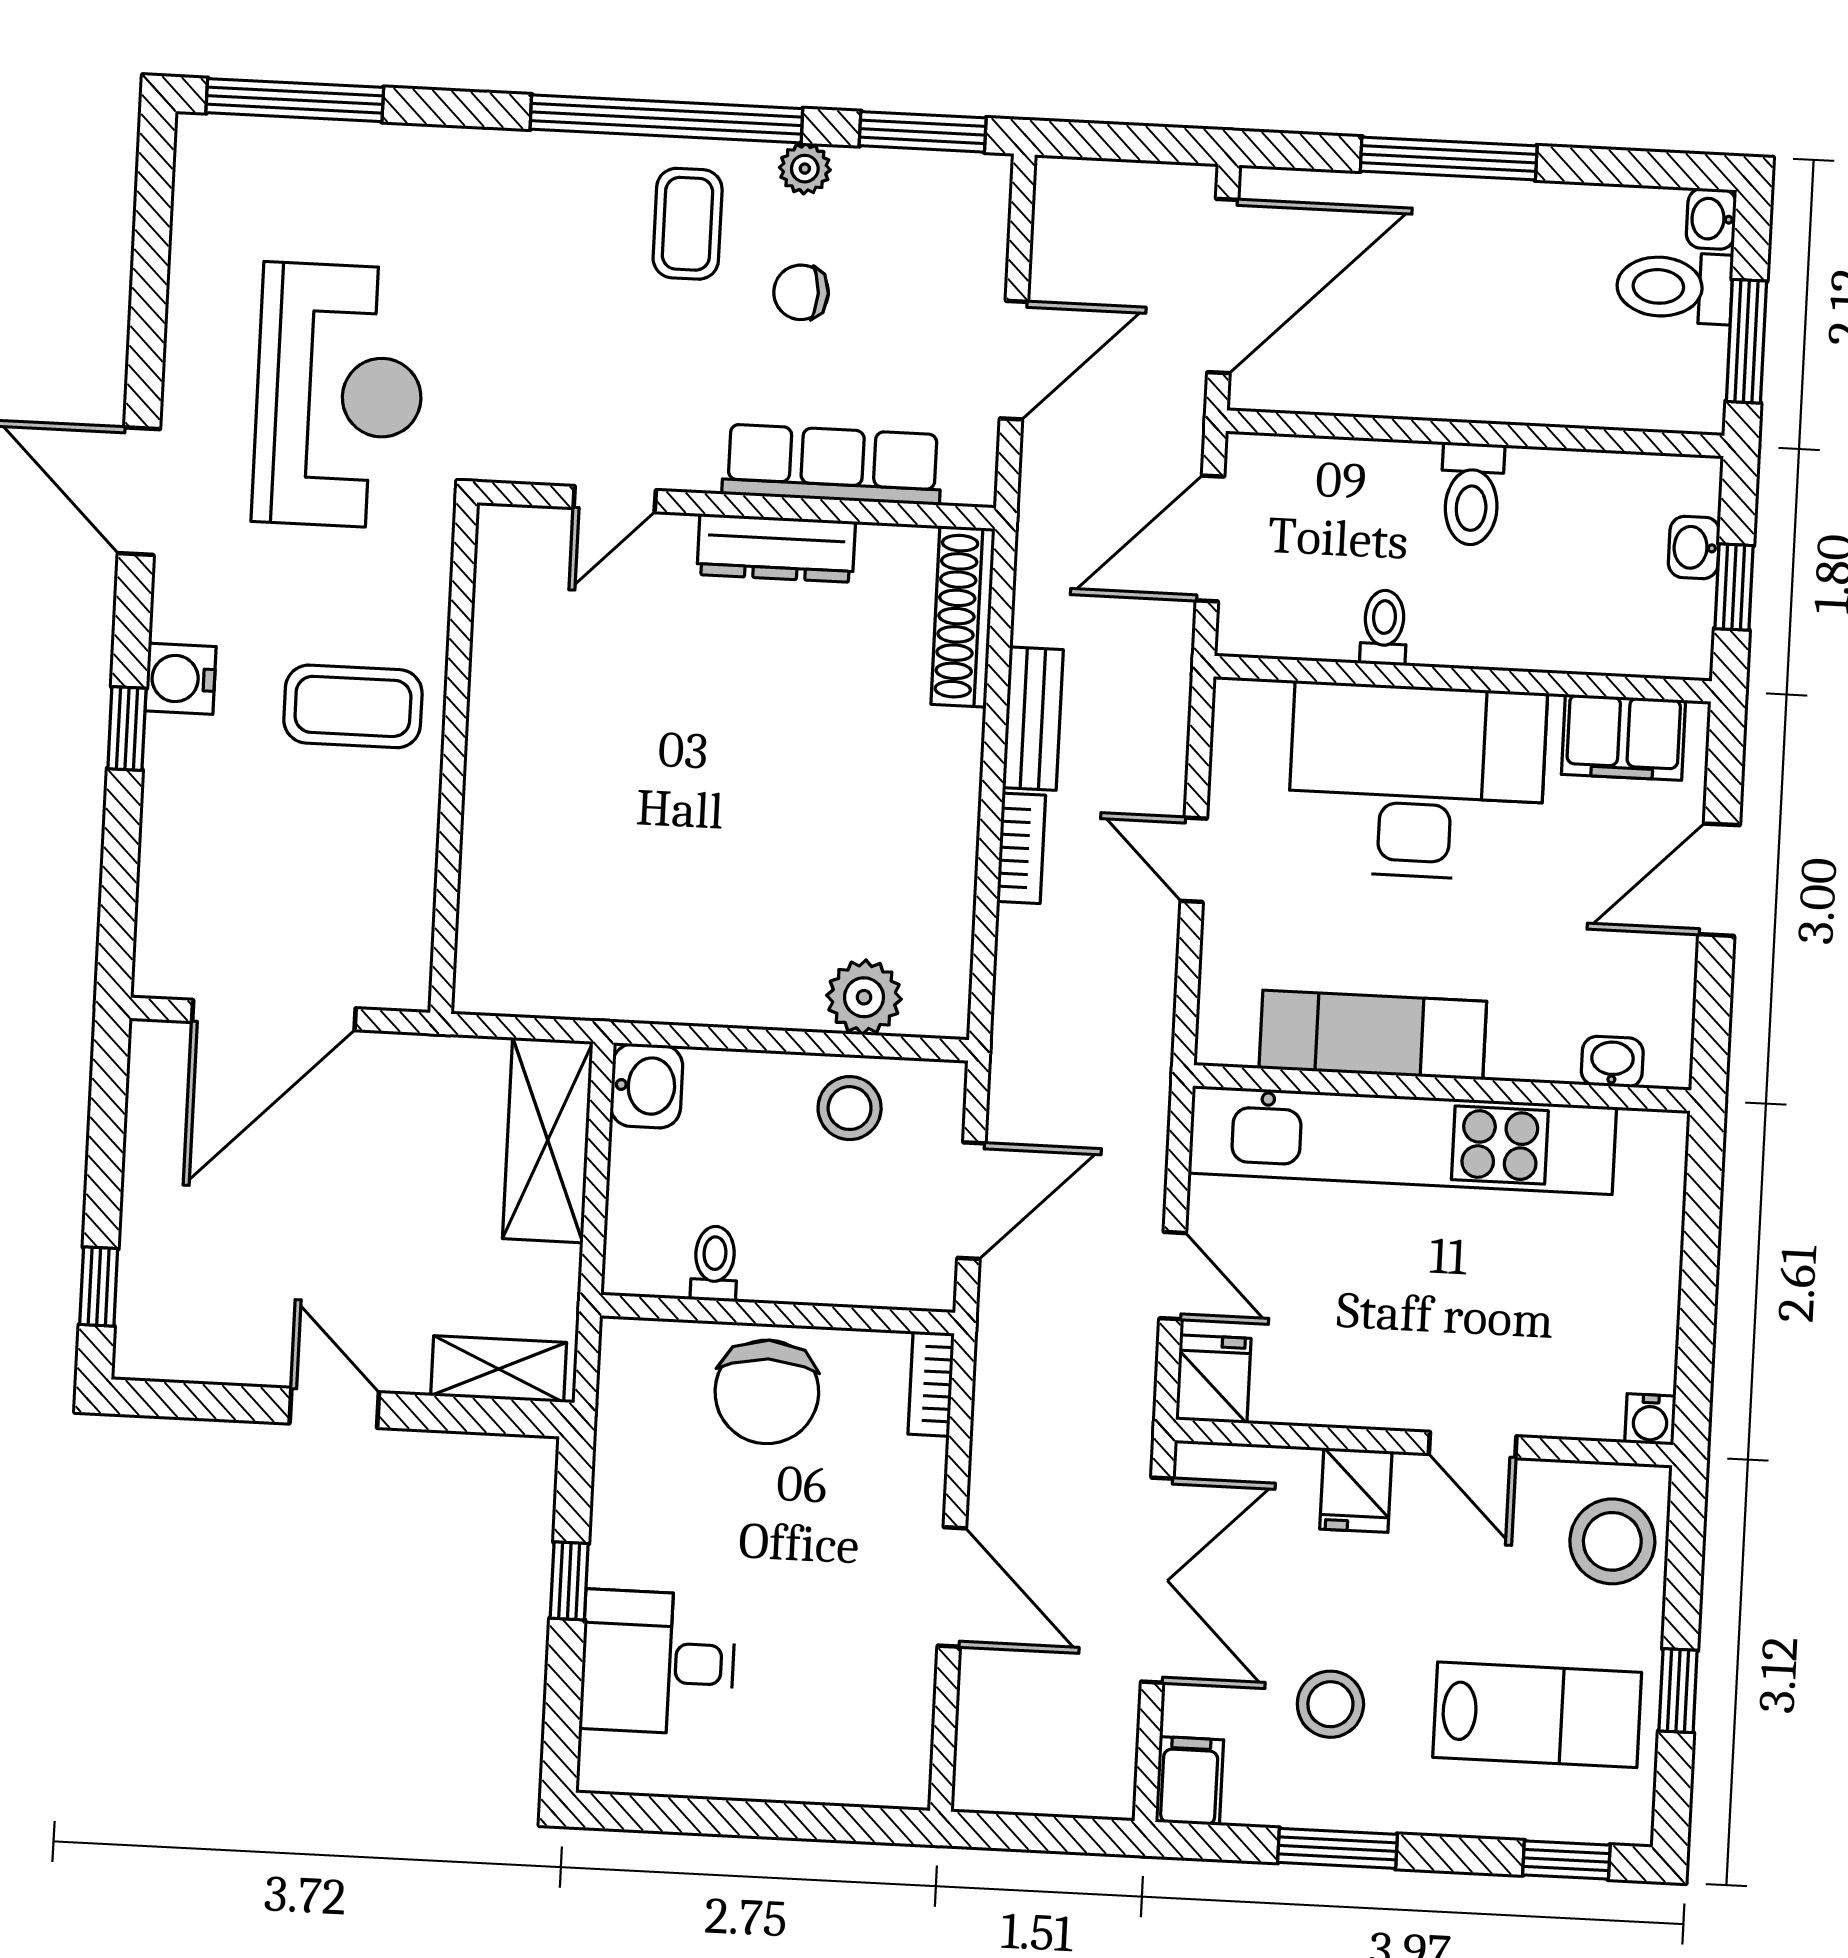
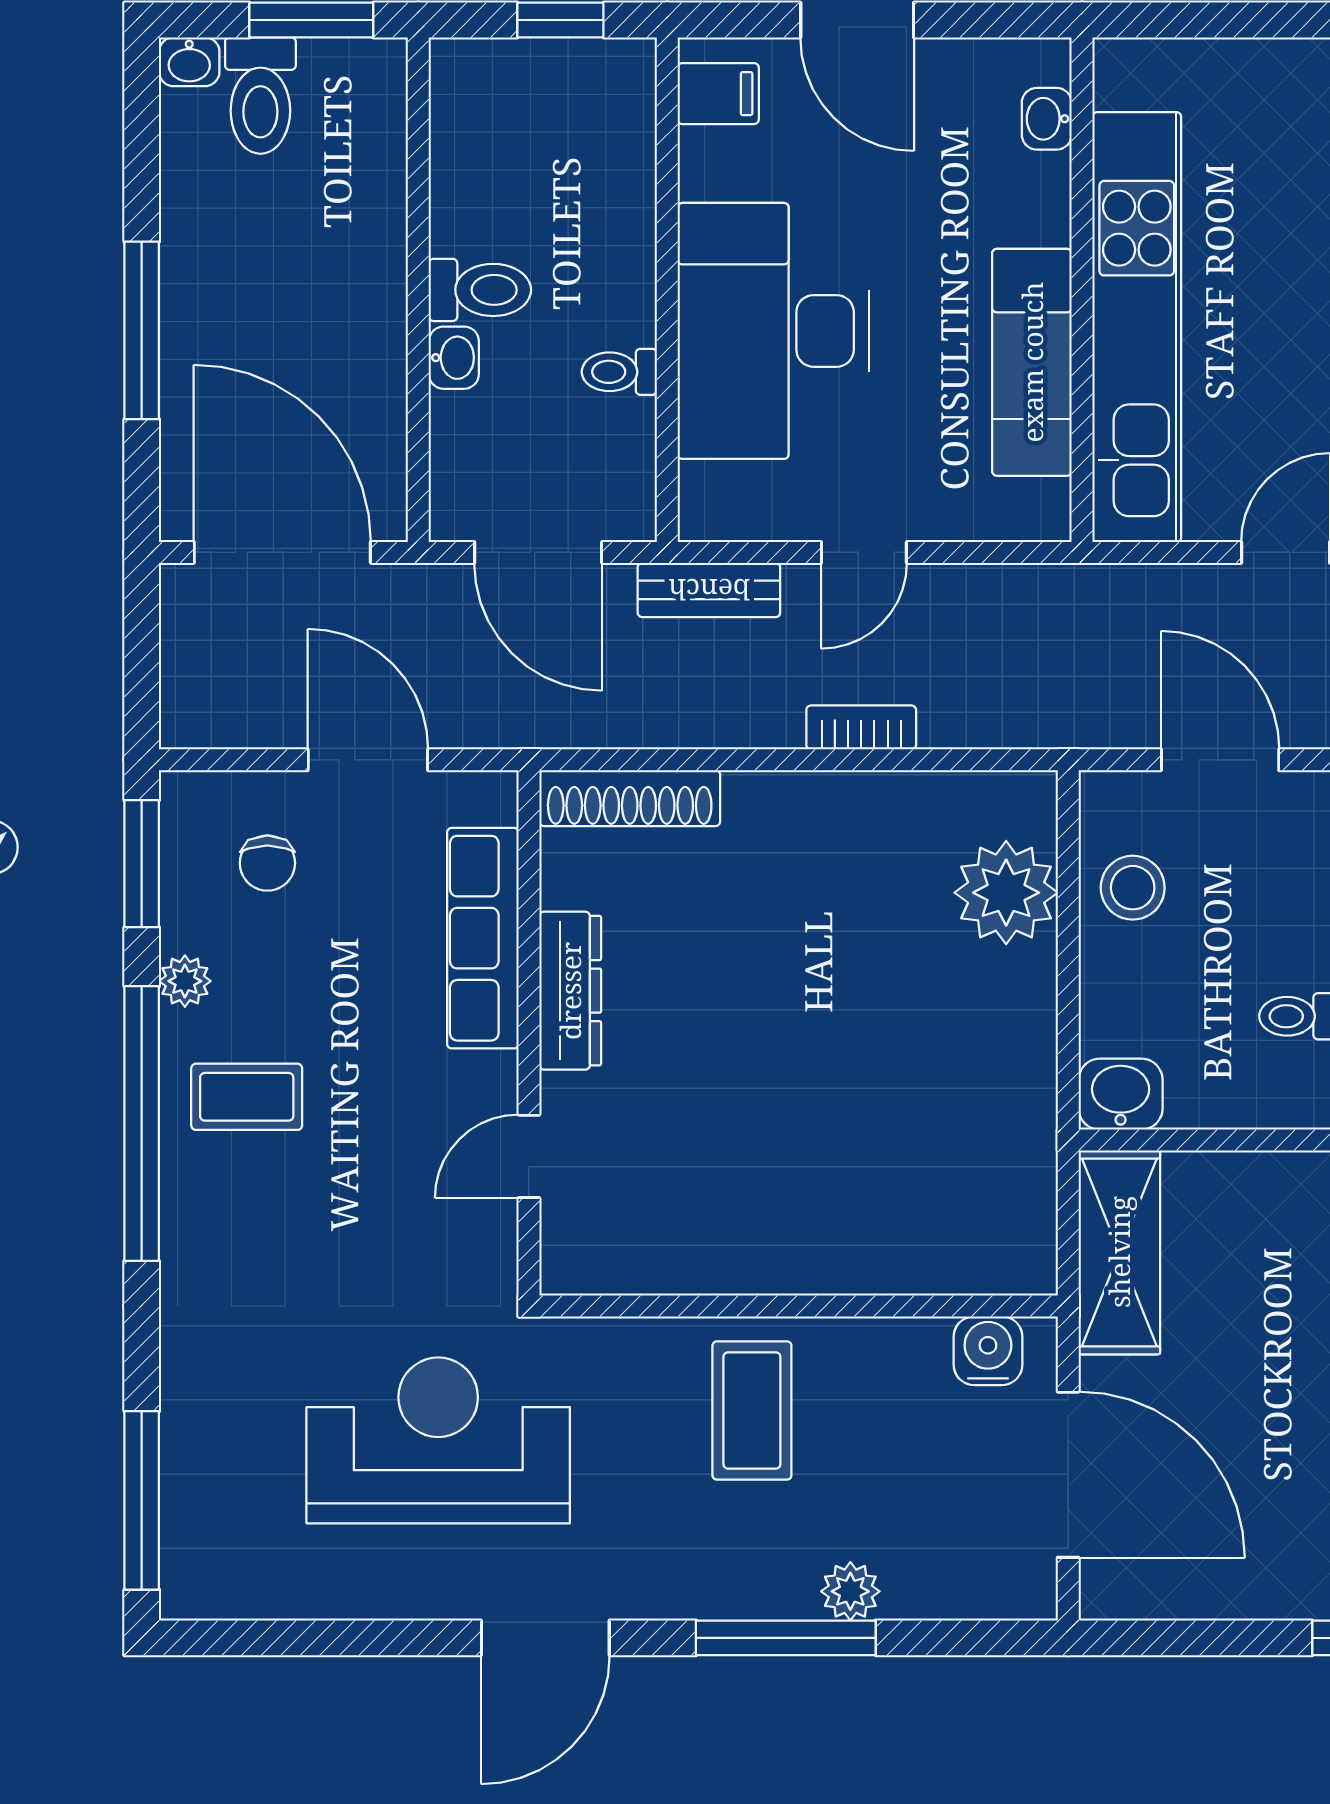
chair: (801, 292) -> (267, 863), moved
door: (615, 499) -> (529, 1156), swing flipped
washbasin: (1694, 547) -> (454, 358), moved, turned -90
water cooler: (181, 679) -> (988, 1351), moved, turned 180
bench: (1033, 719) -> (709, 590), moved
window: (127, 728) -> (786, 1638), width x2.17
filing cabinet: (1623, 737) -> (718, 94), width x0.50
plant: (170, 794) -> (850, 1591), added
plant: (864, 997) -> (1006, 893), width x1.36, depth x1.36
shelving: (548, 1140) -> (1119, 1252), moved, turned 90

